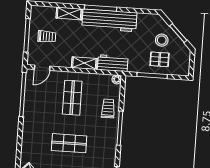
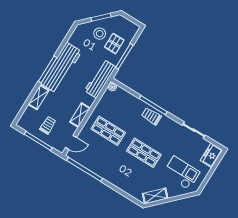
shelving: (84, 63) -> (80, 115), moved
workbench: (113, 63) -> (100, 79), width x1.37
door: (42, 68) -> (71, 142), hinge flipped
trolley: (108, 108) -> (151, 116), moved
shop shelf: (69, 143) -> (144, 153), turned 90

